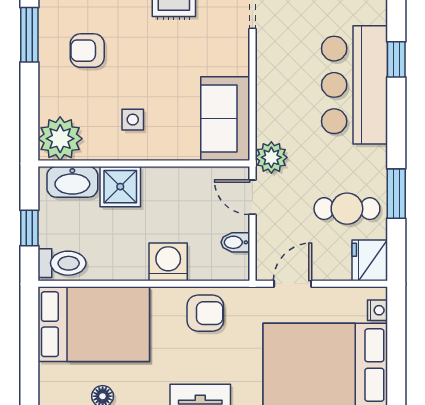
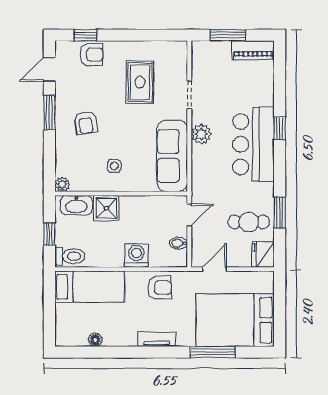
armchair: (87, 51) -> (86, 123), turned -98
sofa: (225, 119) -> (172, 156), width x1.36
plant: (60, 139) -> (62, 184), width x0.53, depth x0.53
plant: (271, 157) -> (201, 134), moved
door: (252, 197) -> (189, 215), swing flipped
nightstand: (378, 310) -> (268, 286), removed
bed: (94, 324) -> (90, 287), width x0.67

